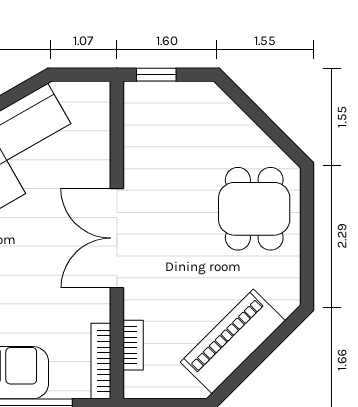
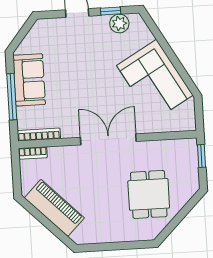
dining table: (254, 209) -> (149, 194), moved, turned 90
bookcase: (133, 345) -> (33, 153), moved

